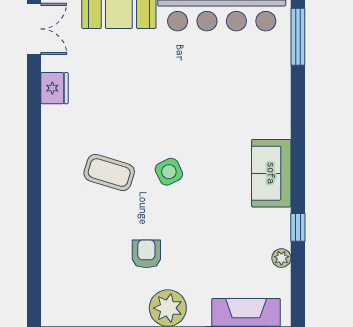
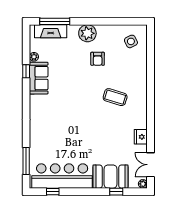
side table: (169, 172) -> (131, 41), moved
sofa: (271, 173) -> (39, 78), moved

